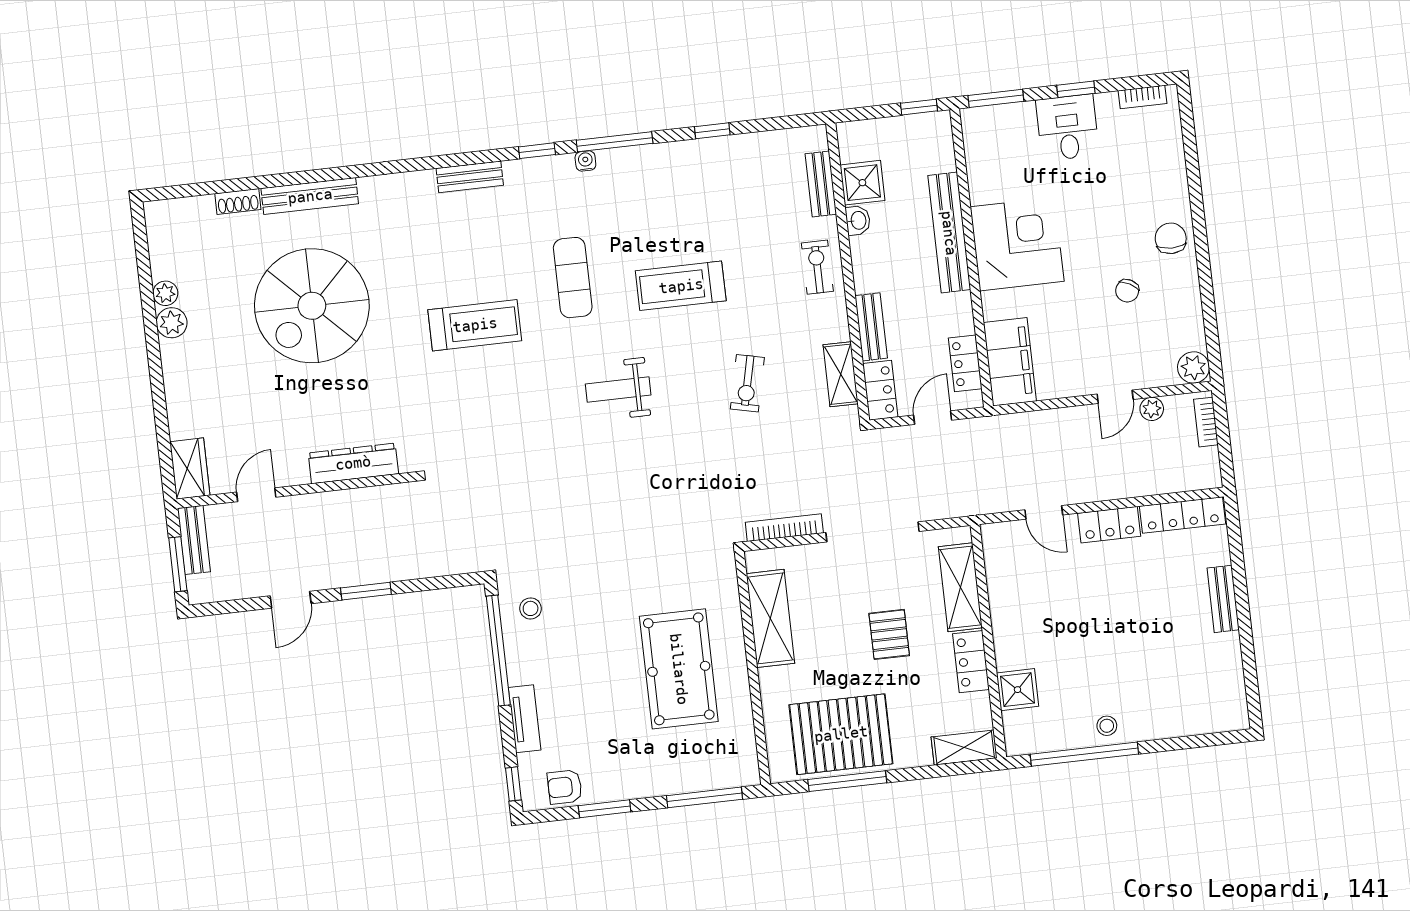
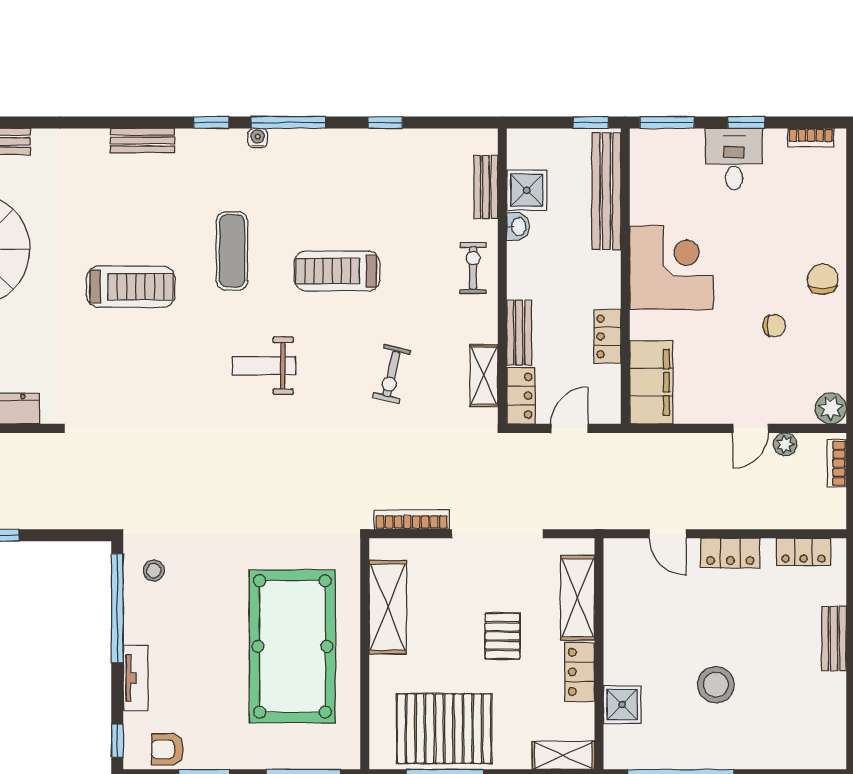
bench: (949, 233) -> (606, 191), moved
chair: (1127, 291) -> (774, 326), turned -119
locker: (965, 363) -> (607, 336), moved
locker: (1183, 515) -> (803, 552), width x0.66
pool table: (679, 669) -> (292, 646), width x1.36, depth x1.32
stool: (1107, 726) -> (716, 685), moved, width x1.89, depth x1.89

